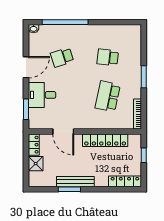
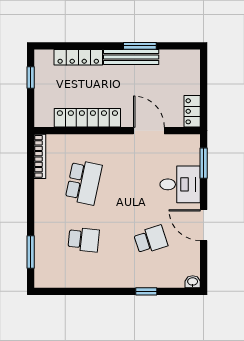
window: (65, 22) -> (146, 291), width x0.32
door: (26, 67) -> (204, 225), hinge flipped
window: (144, 77) -> (31, 252), moved
window: (144, 155) -> (31, 77), moved
shower: (36, 164) -> (189, 83), removed
locker: (125, 181) -> (78, 57), moved

